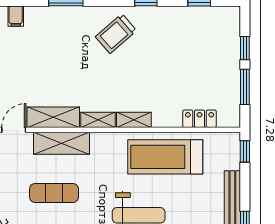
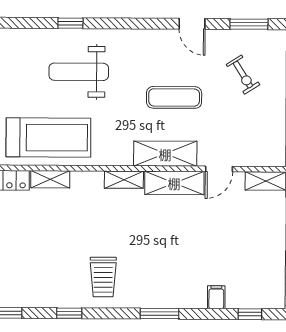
trolley: (116, 34) -> (103, 277), turned 131
shelving: (134, 120) -> (50, 179), moved

